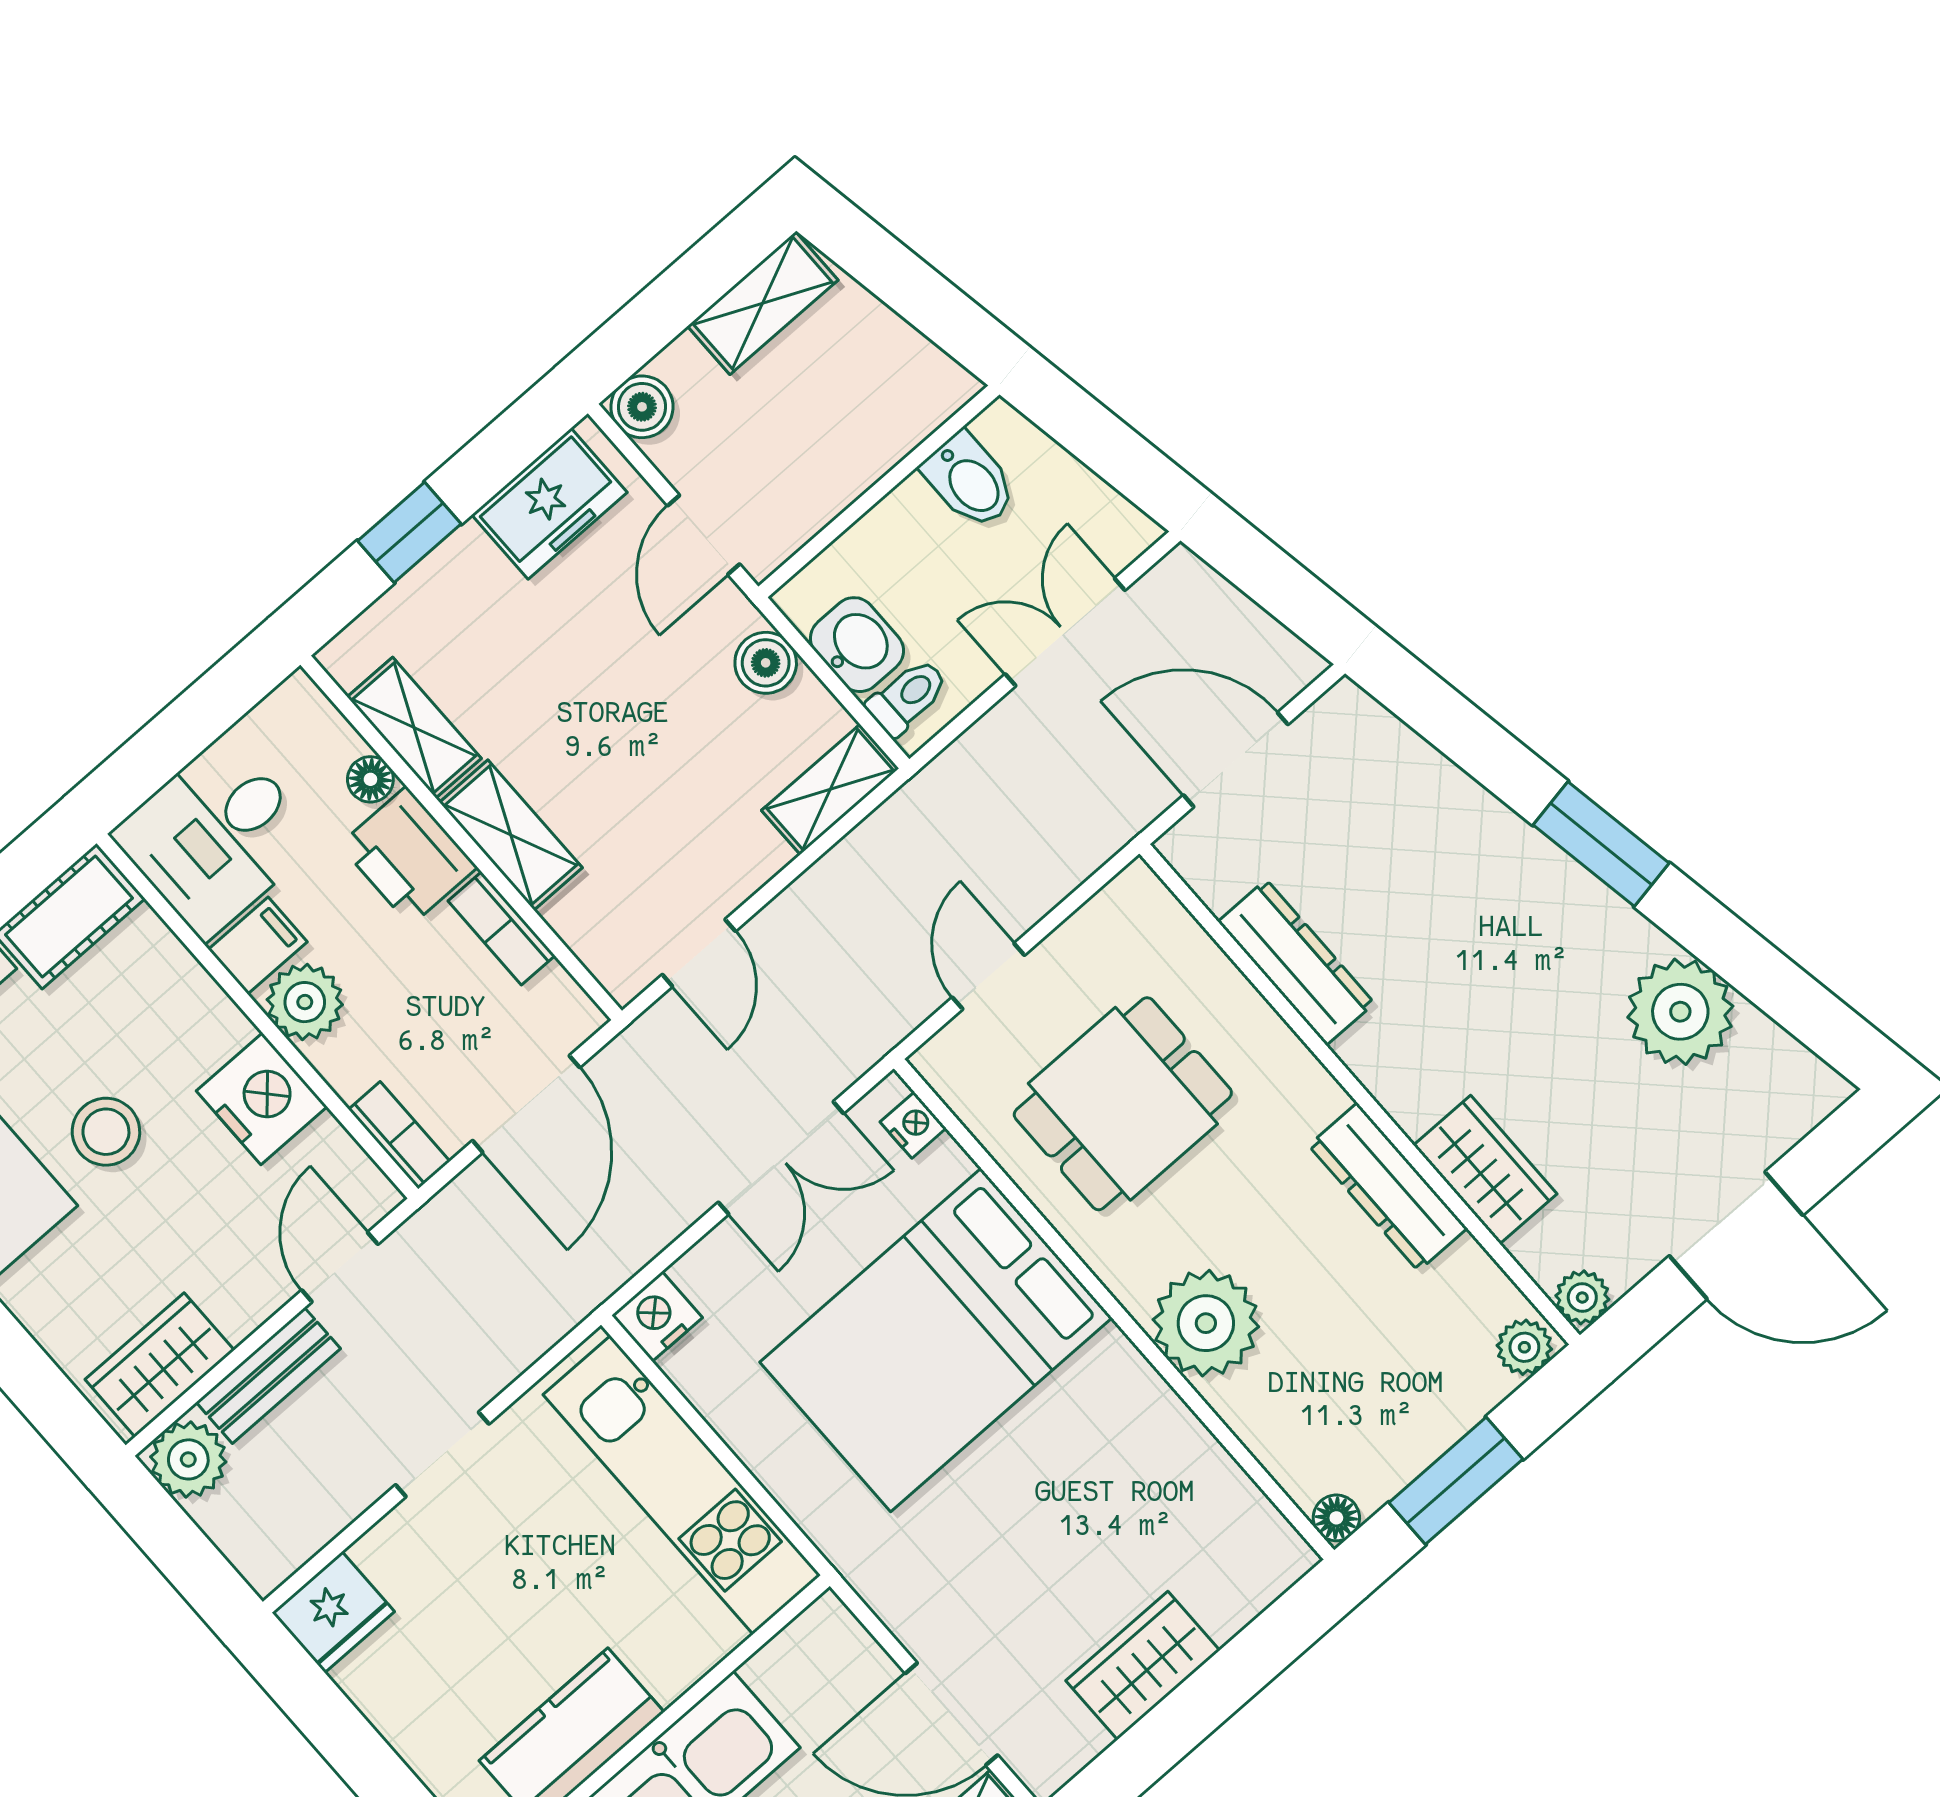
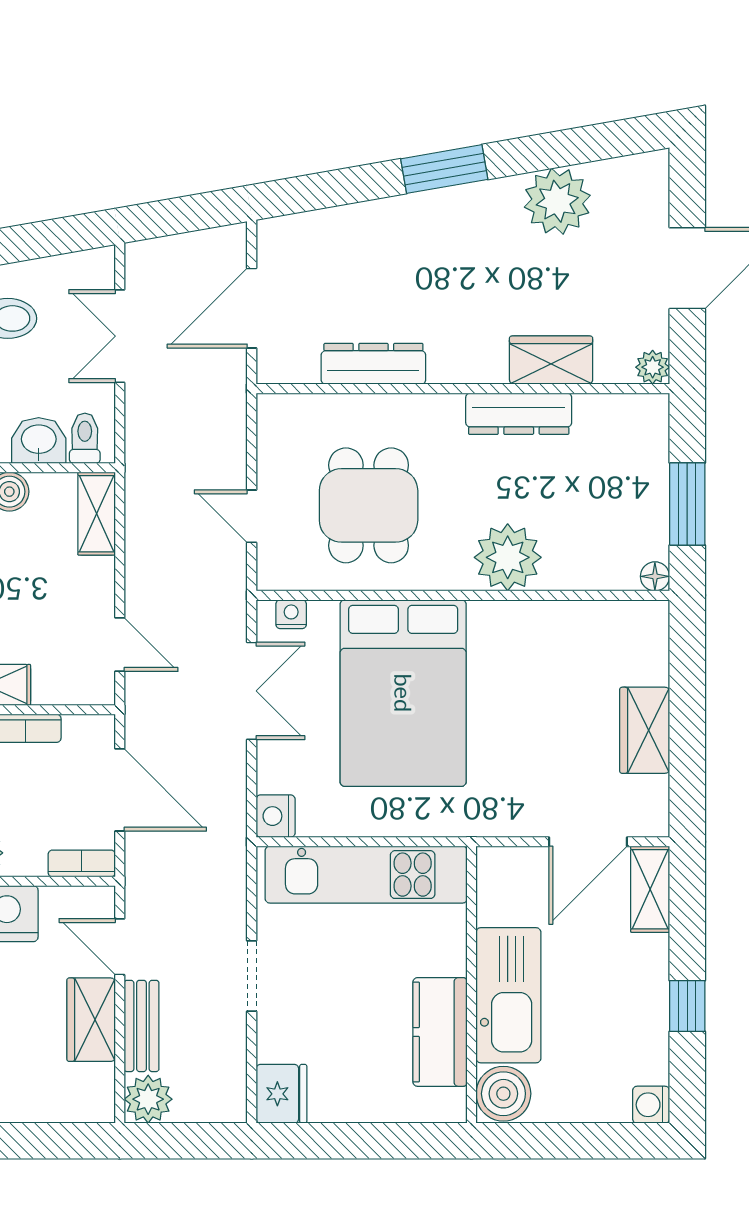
plant: (1524, 1347) -> (652, 416), removed
wardrobe: (160, 1365) -> (91, 1020), moved

